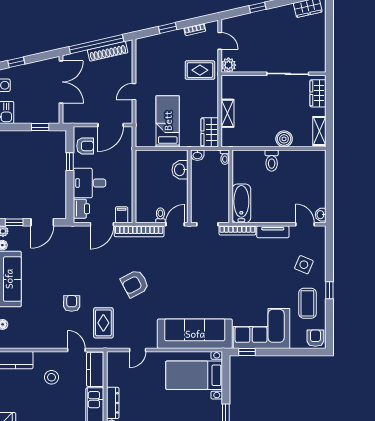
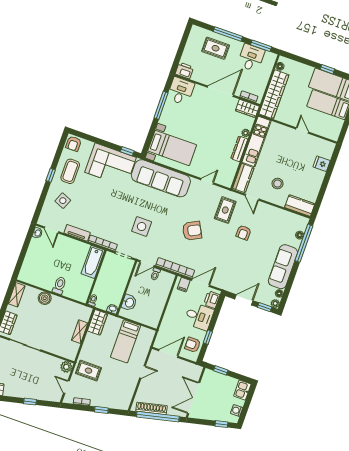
side table: (197, 267) -> (142, 227), added

